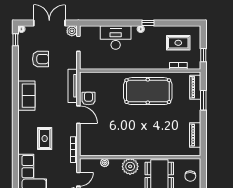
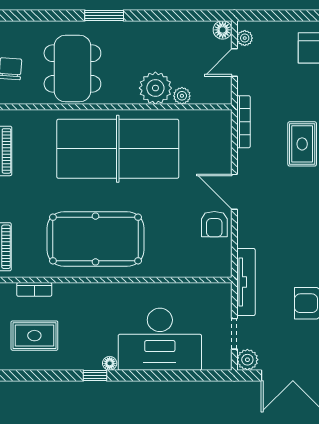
desk: (116, 37) -> (160, 339), width x1.36, depth x1.30
tv unit: (73, 86) -> (246, 282), moved
table tennis table: (137, 136) -> (118, 149), added
plant: (130, 166) -> (155, 88), moved

